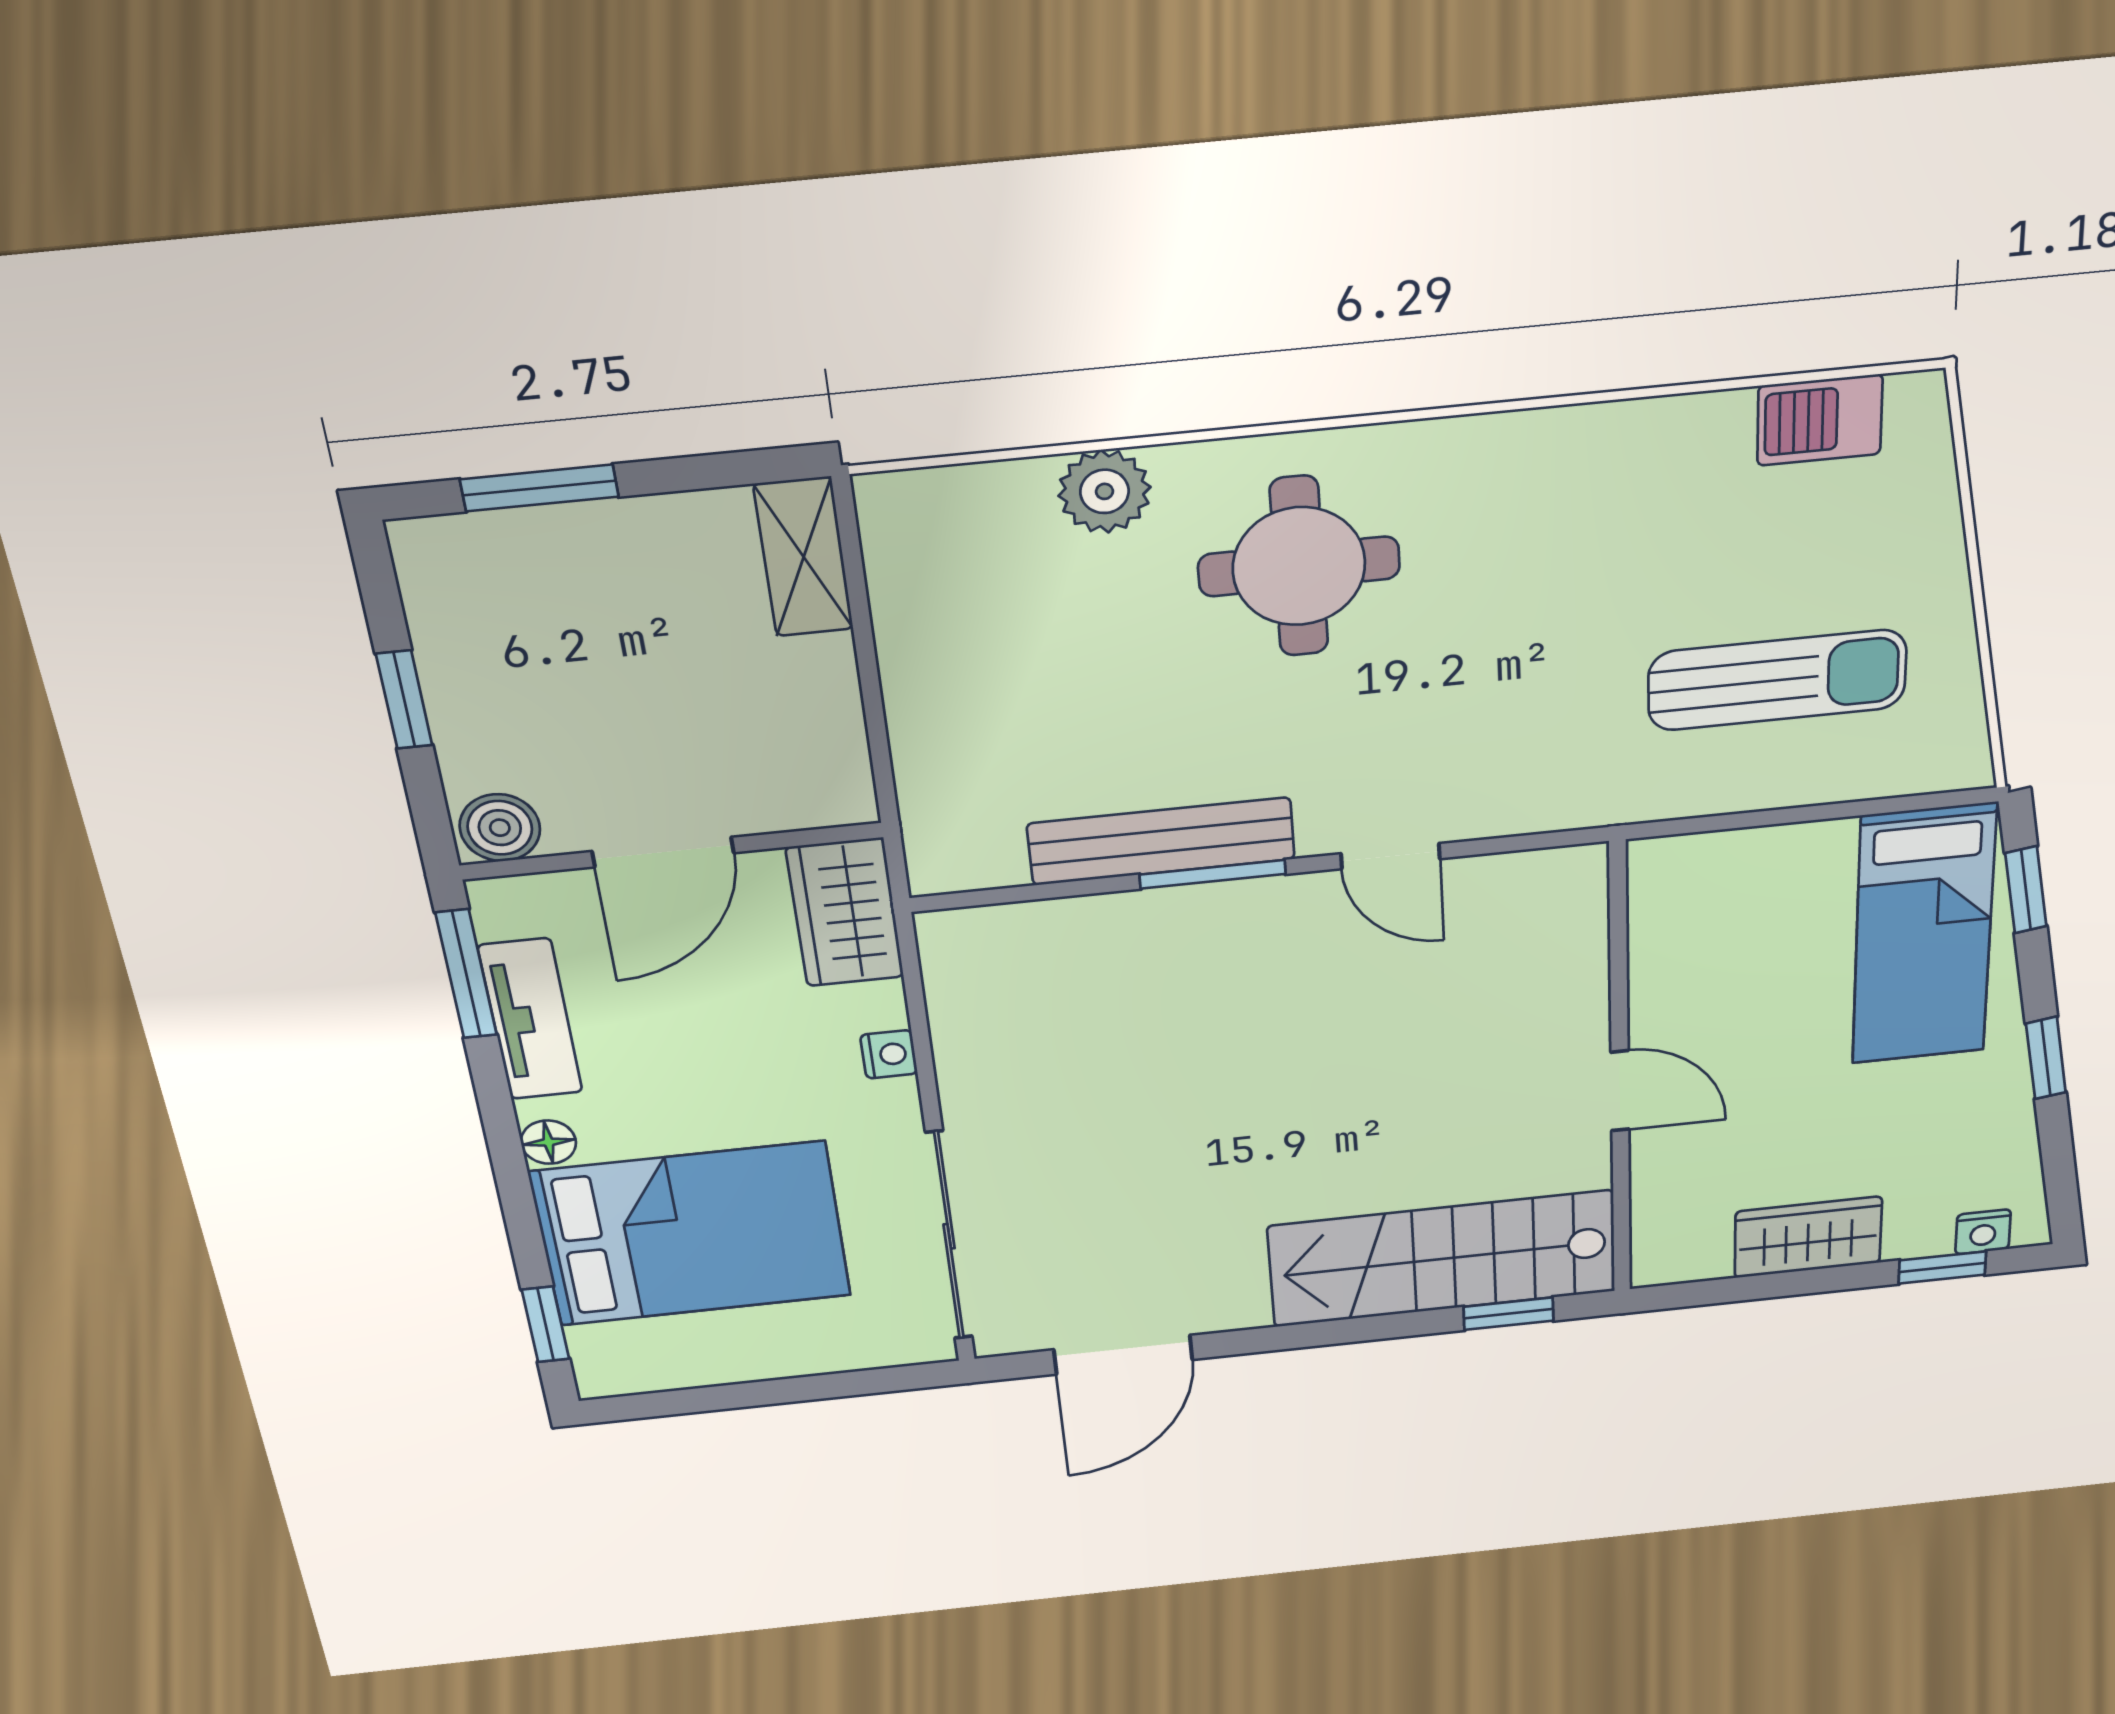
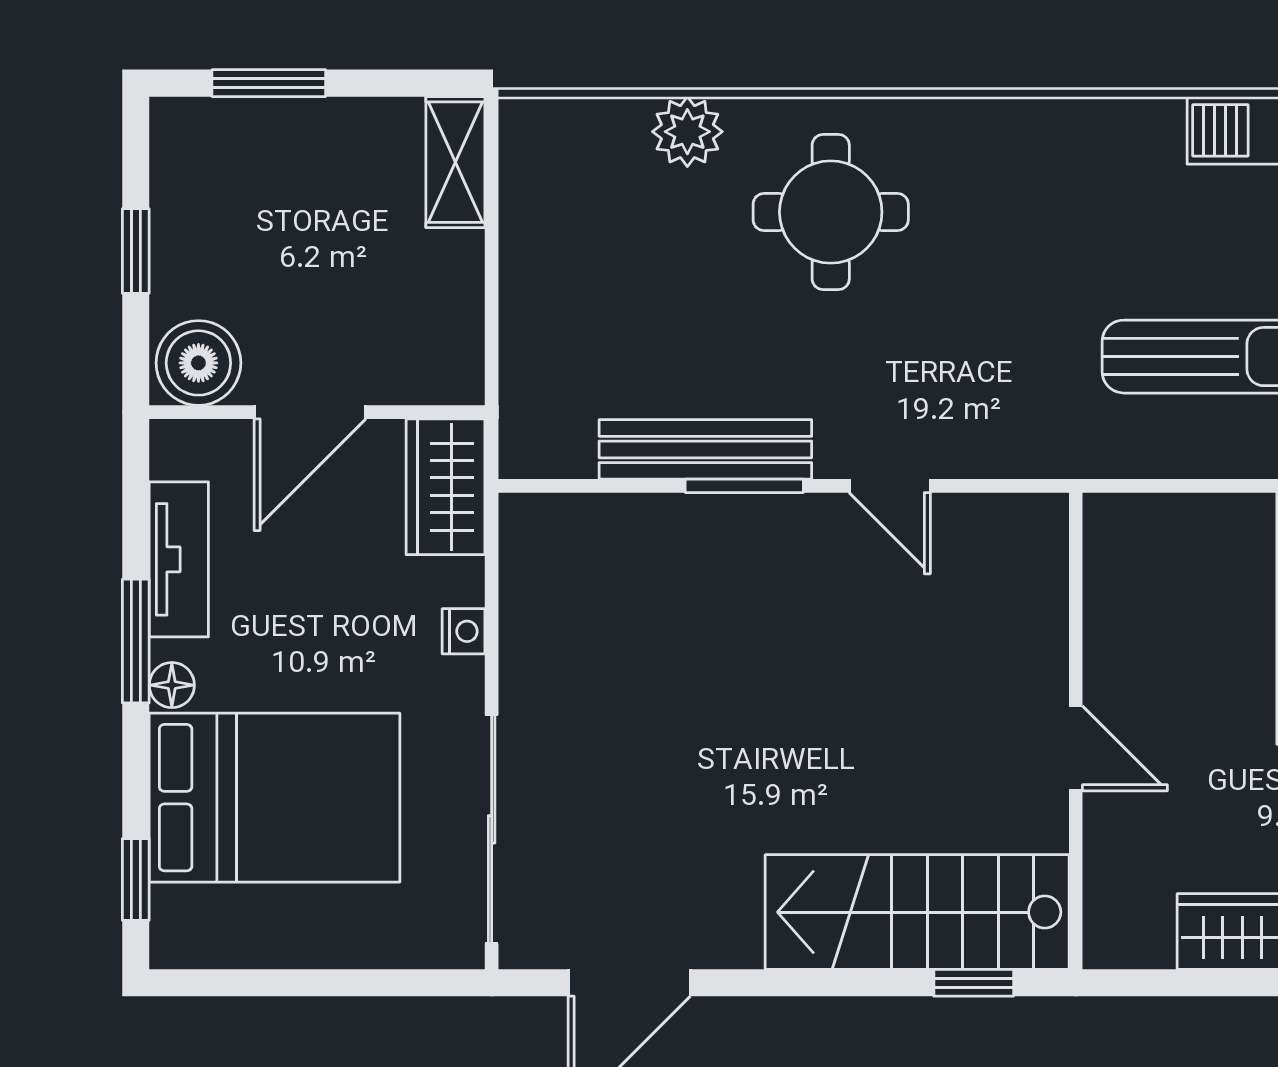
boiler: (500, 828) -> (198, 363), width x1.36, depth x1.36
window: (466, 974) -> (136, 641), moved

